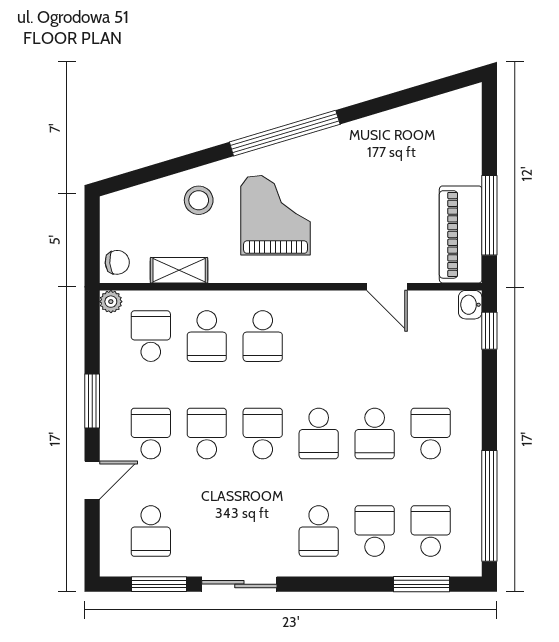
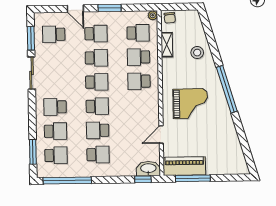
grand piano: (276, 215) -> (190, 104), moved
washbasin: (470, 305) -> (148, 169), width x1.91, depth x1.45
school desk: (319, 434) -> (97, 106), turned 180

